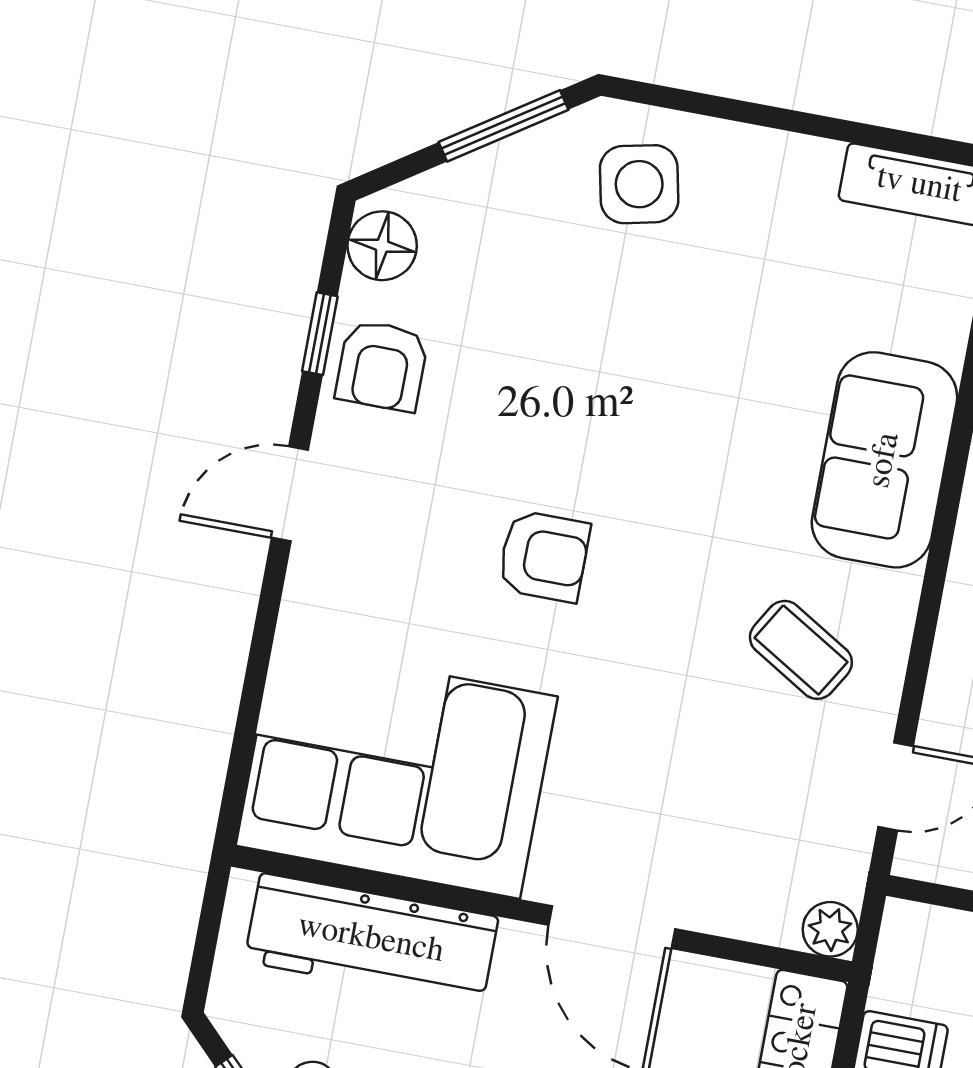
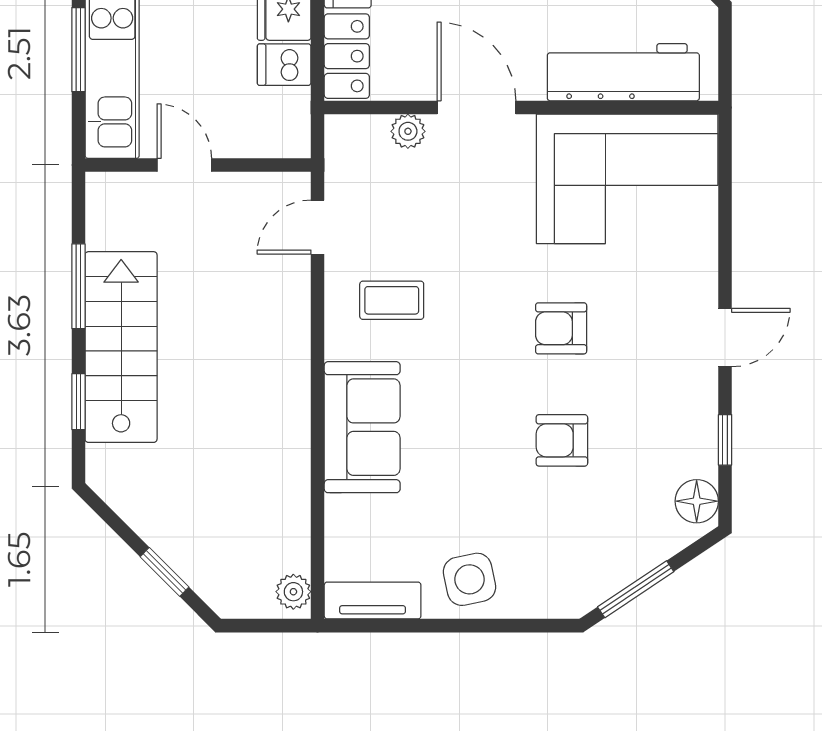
side table: (639, 184) -> (469, 579), moved
armchair: (382, 366) -> (562, 440), moved, turned -90
coffee table: (801, 650) -> (392, 300), turned -31
plant: (830, 929) -> (408, 131), moved

